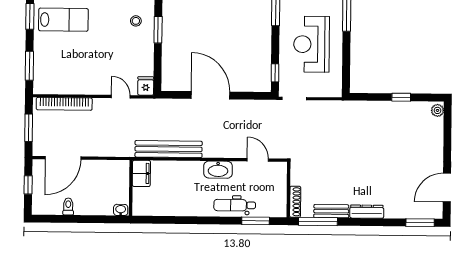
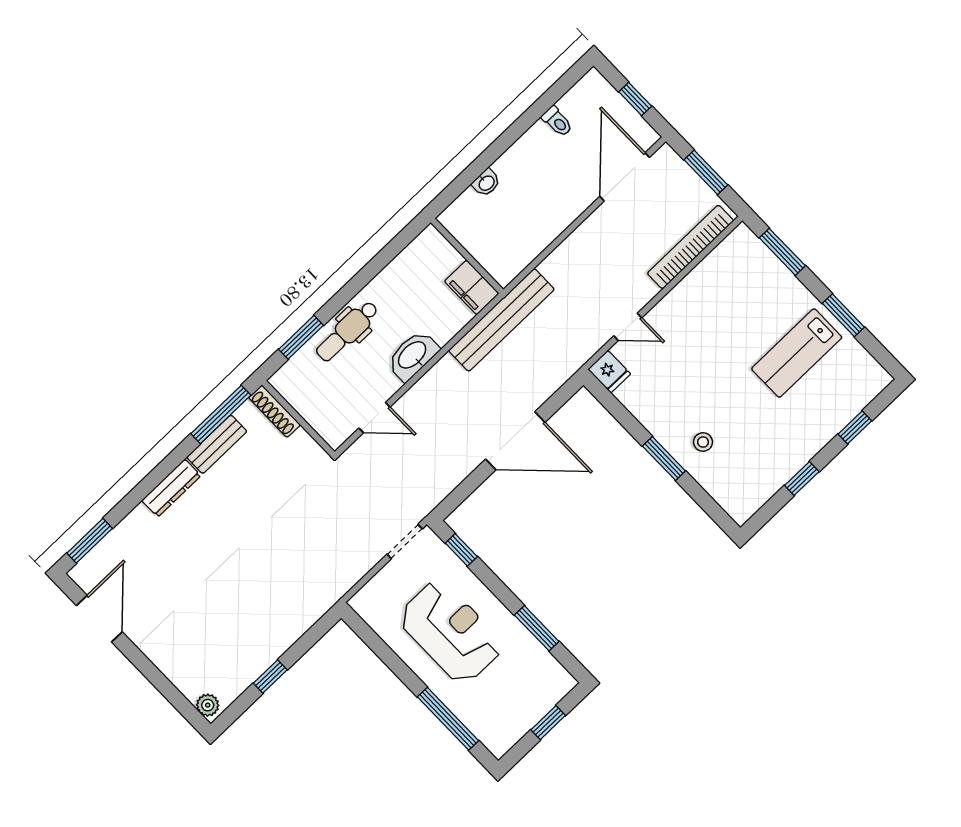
filing cabinet: (141, 173) -> (472, 287), moved
wall: (131, 188) -> (467, 256), moved
dental chair: (235, 205) -> (347, 331), turned 180

